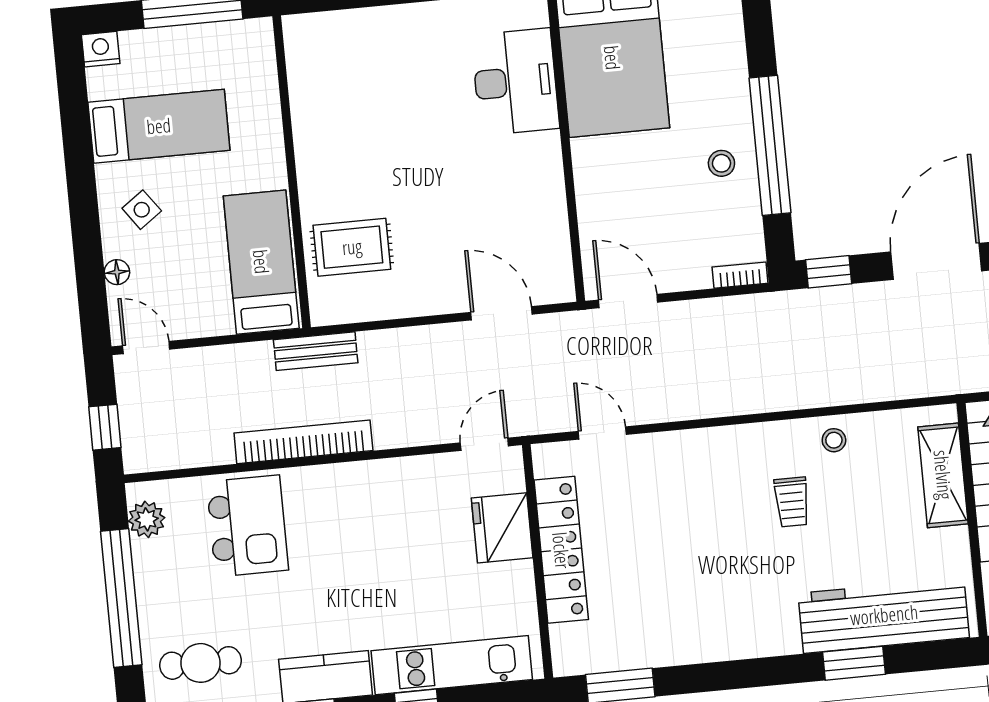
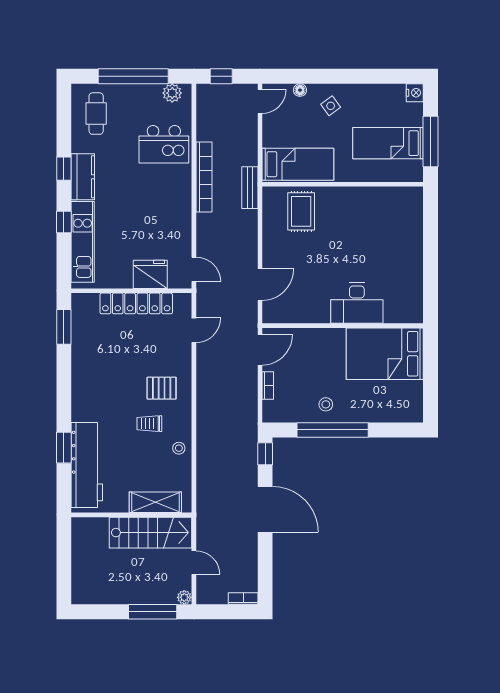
desk: (515, 82) -> (357, 303), moved
bed: (159, 126) -> (388, 143), moved, turned 90
bookcase: (740, 275) -> (268, 386), moved
pallet: (721, 485) -> (162, 388), added

